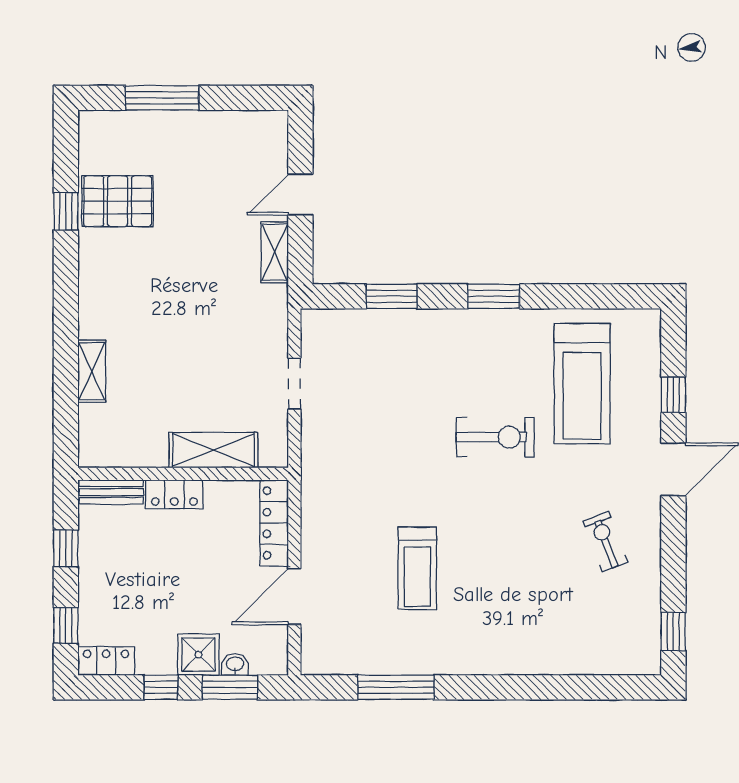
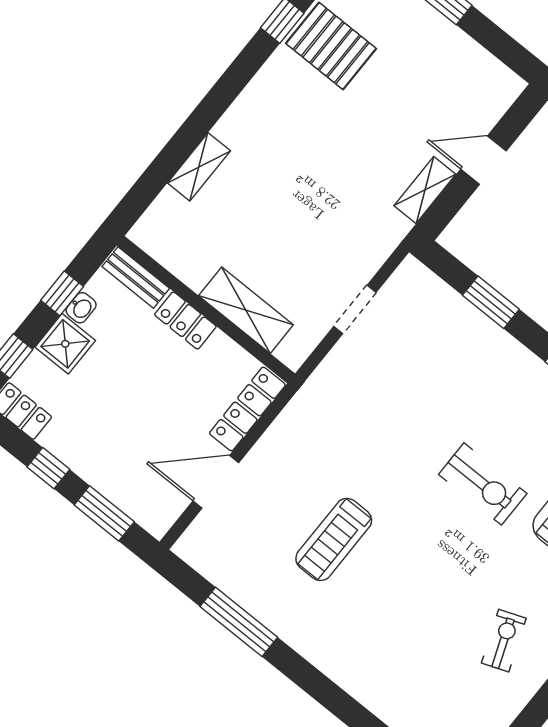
shower: (198, 655) -> (65, 344), moved
washbasin: (235, 664) -> (81, 308), moved, turned 90

